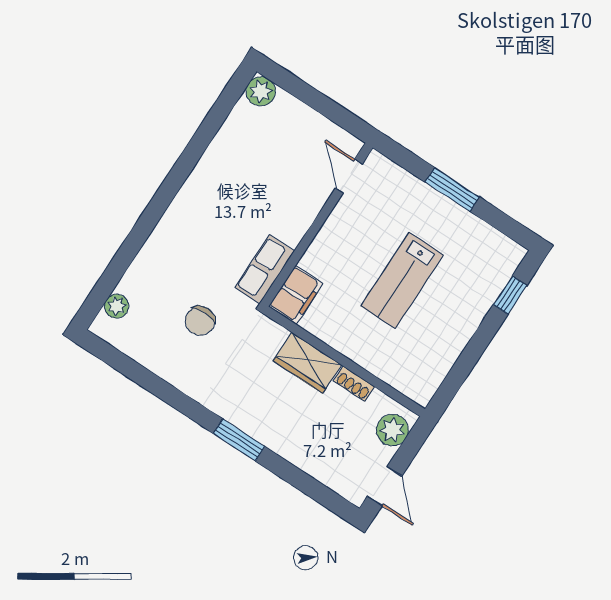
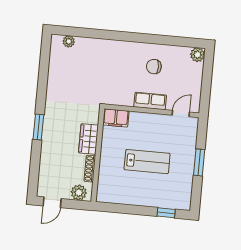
row of seats: (265, 269) -> (150, 101), moved
lab bench: (402, 281) -> (147, 162), turned 180
chair: (200, 321) -> (154, 67), moved
shoe rack: (354, 384) -> (90, 169), width x1.43

